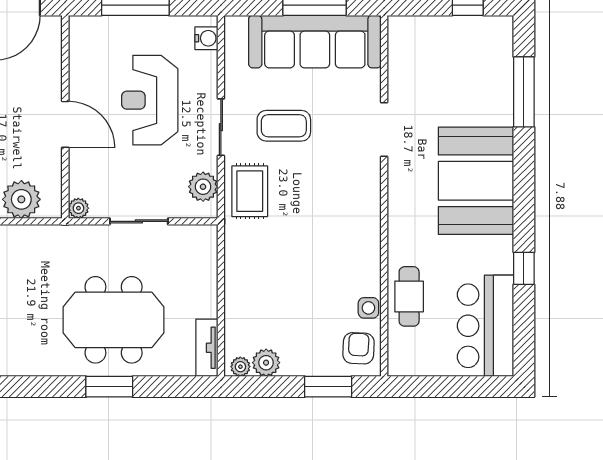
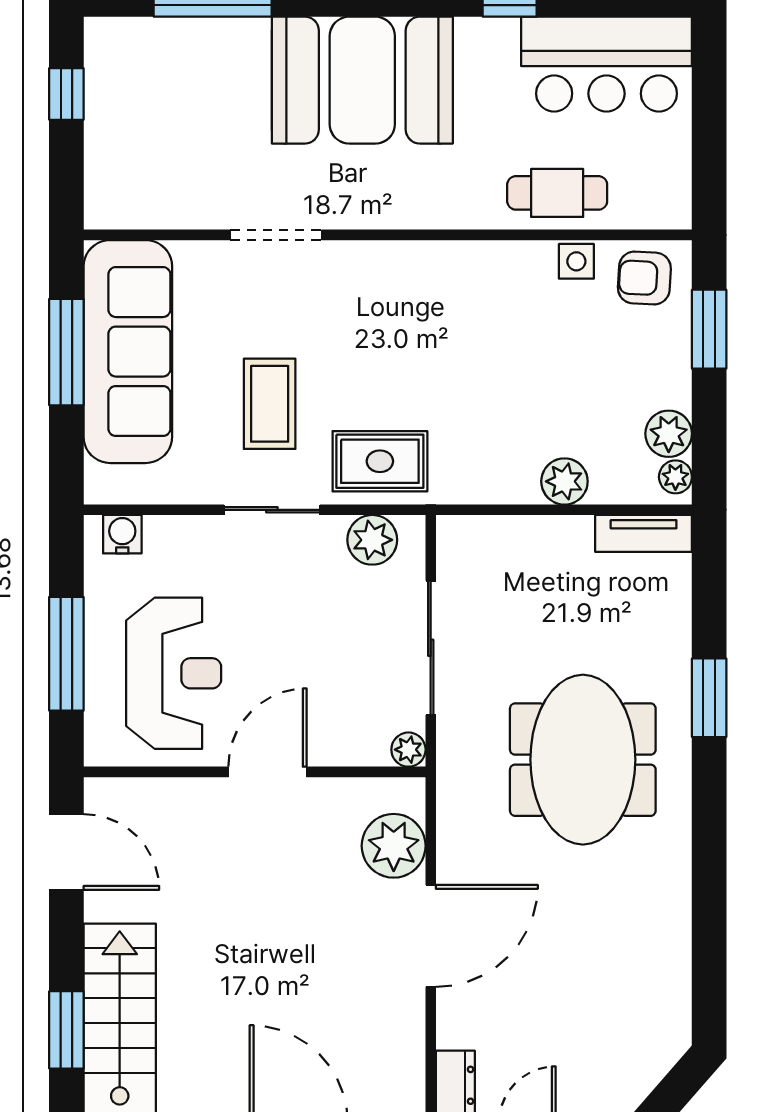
reception desk: (150, 100) -> (174, 673), moved, turned -90
sliding door: (139, 221) -> (431, 648), width x1.37
plant: (238, 301) -> (564, 481), added
meeting table: (114, 320) -> (583, 760), moved

